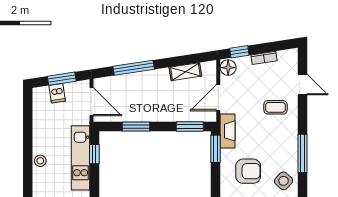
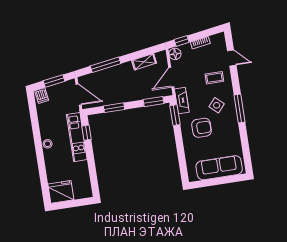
dishwasher: (57, 93) -> (42, 96), moved
side table: (284, 181) -> (217, 105), moved

